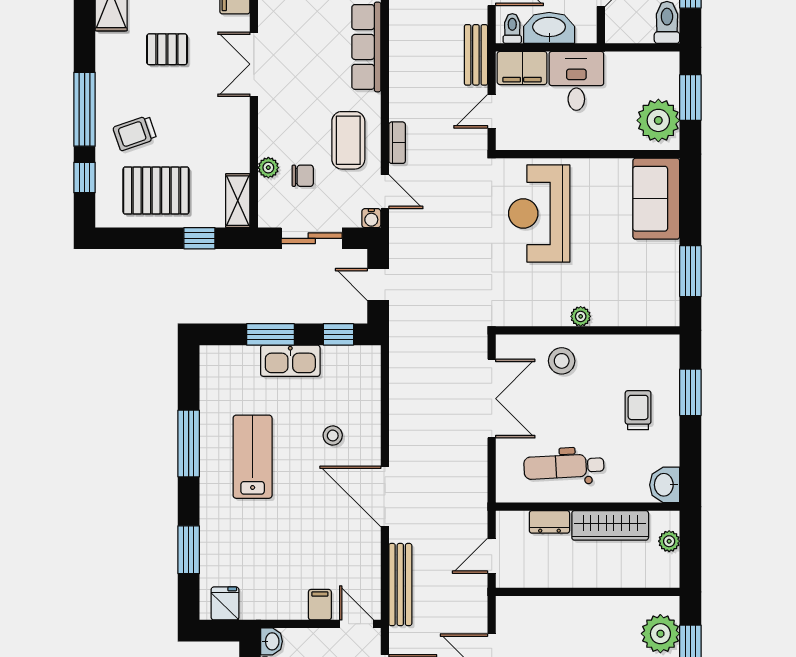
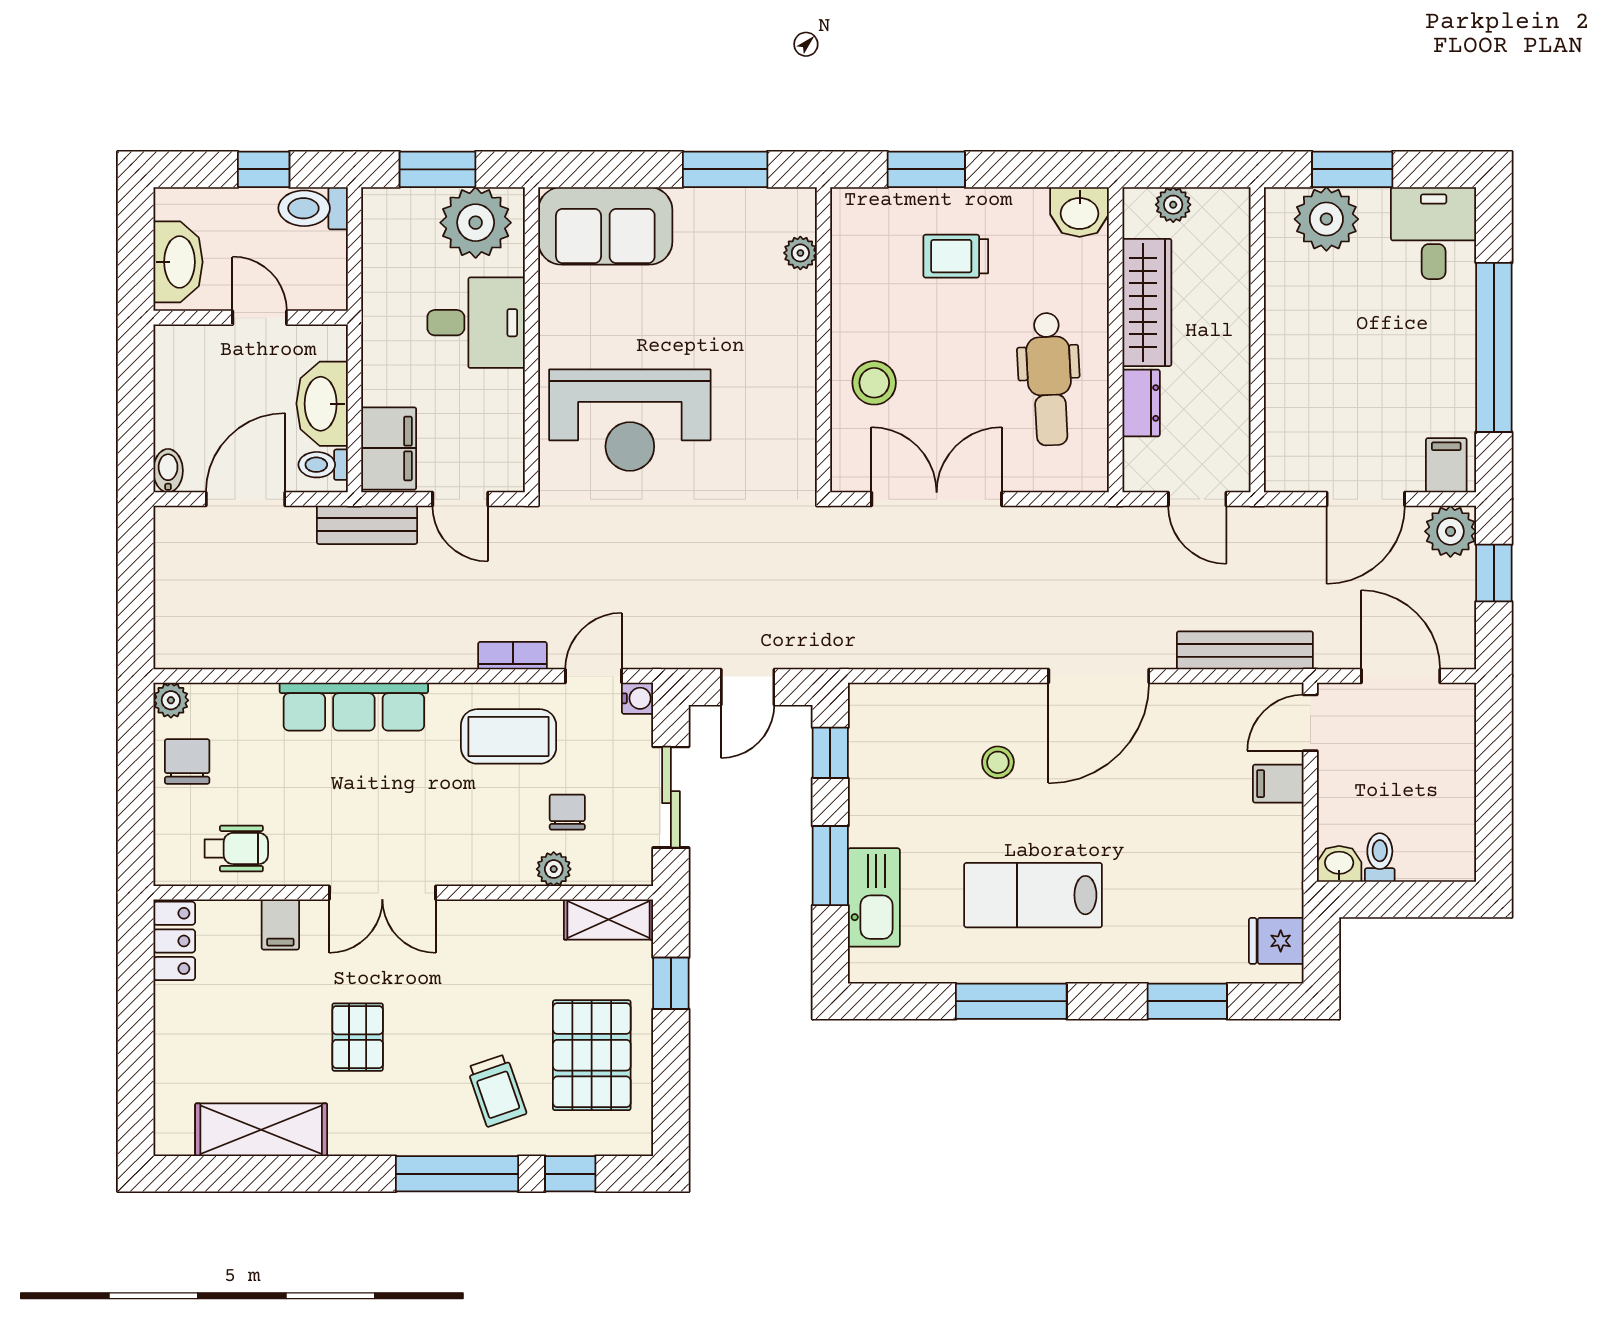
desk: (576, 81) -> (476, 323), moved, turned 180
plant: (581, 316) -> (800, 253), moved
kitchen sink: (290, 361) -> (874, 897), moved

